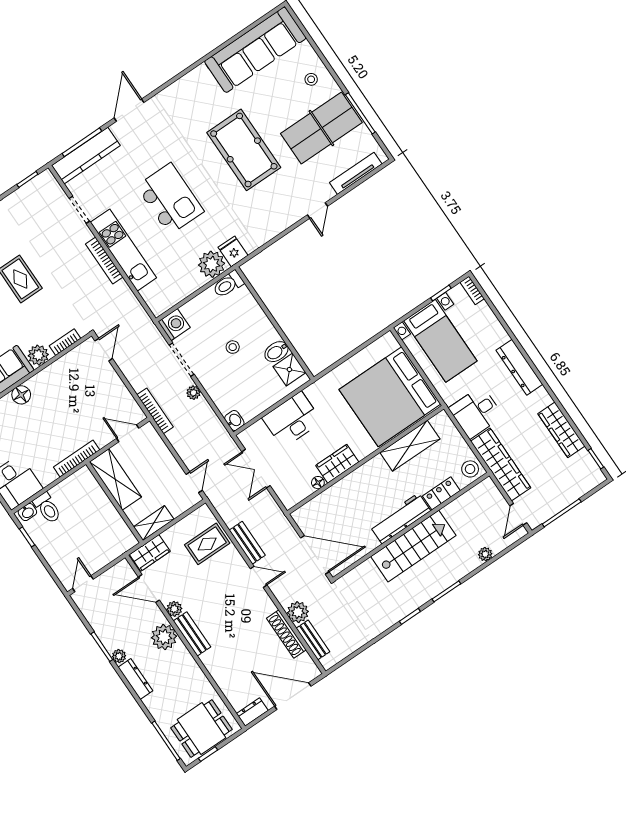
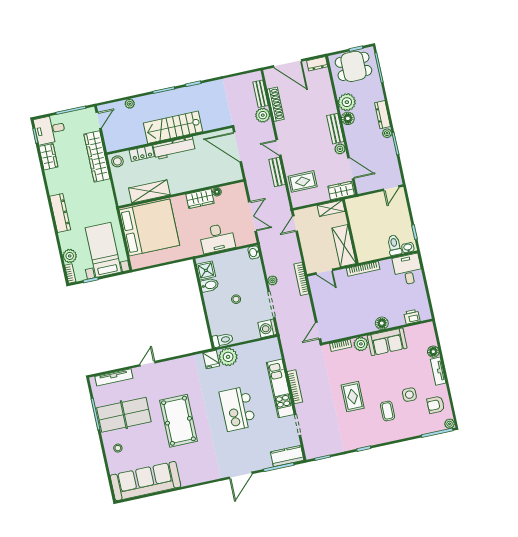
kitchen counter: (86, 156) -> (287, 456), width x0.67
plant: (483, 314) -> (70, 256), added
desk: (476, 412) -> (50, 130), moved, turned 180
wardrobe: (561, 430) -> (48, 157), width x0.67
plant: (164, 637) -> (347, 102), moved
floor lamp: (180, 655) -> (348, 118), added

